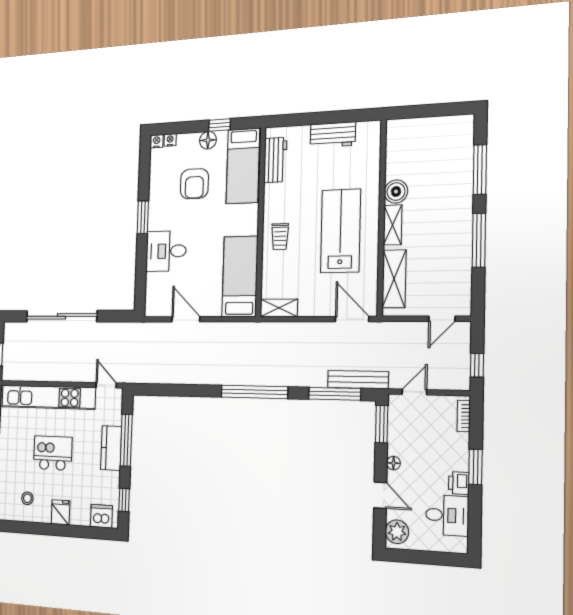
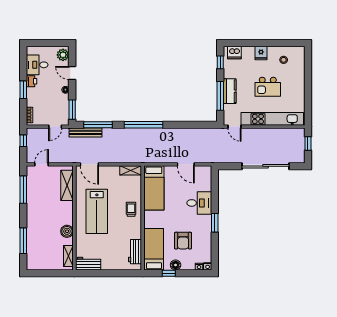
workbench: (333, 135) -> (88, 264), moved
armchair: (194, 184) -> (183, 241), turned 180
shelving: (393, 225) -> (68, 256), moved
window: (479, 240) -> (23, 190), moved

